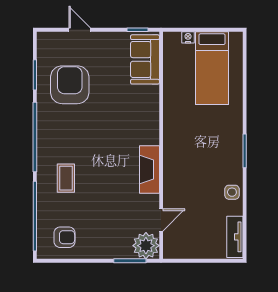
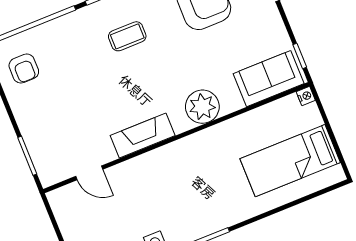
nightstand: (188, 37) -> (306, 96), moved
coffee table: (66, 178) -> (127, 36), moved
plant: (146, 246) -> (202, 107), moved

